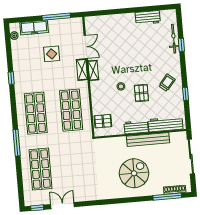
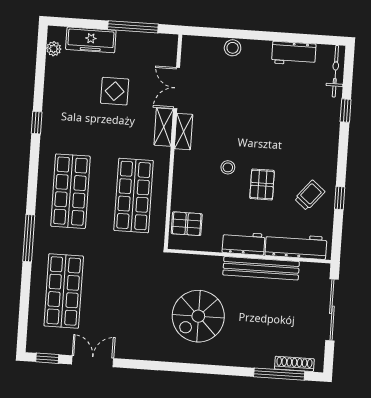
stool: (113, 20) -> (233, 48), added
bicycle: (174, 39) -> (335, 71), moved
double door: (86, 47) -> (177, 88), swing flipped
trolley: (167, 83) -> (310, 195), moved
spiral stairs: (134, 173) -> (198, 316), moved, turned 180

